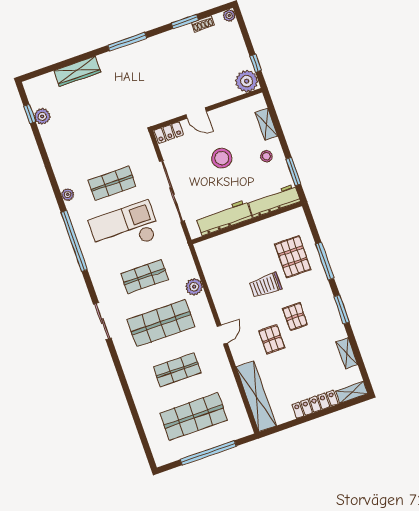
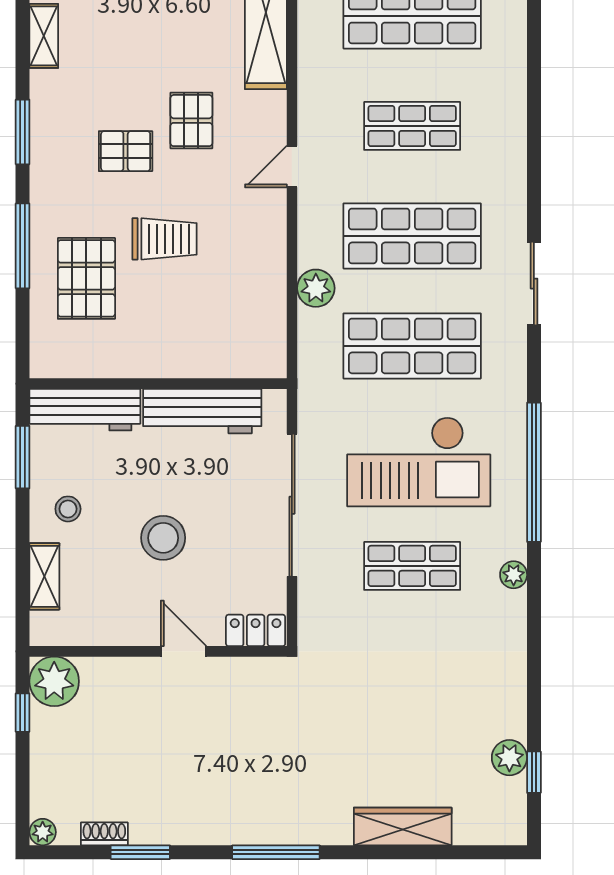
shop shelf: (145, 277) -> (412, 346), width x1.43, depth x1.36
pallet: (295, 317) -> (126, 151), turned 90

